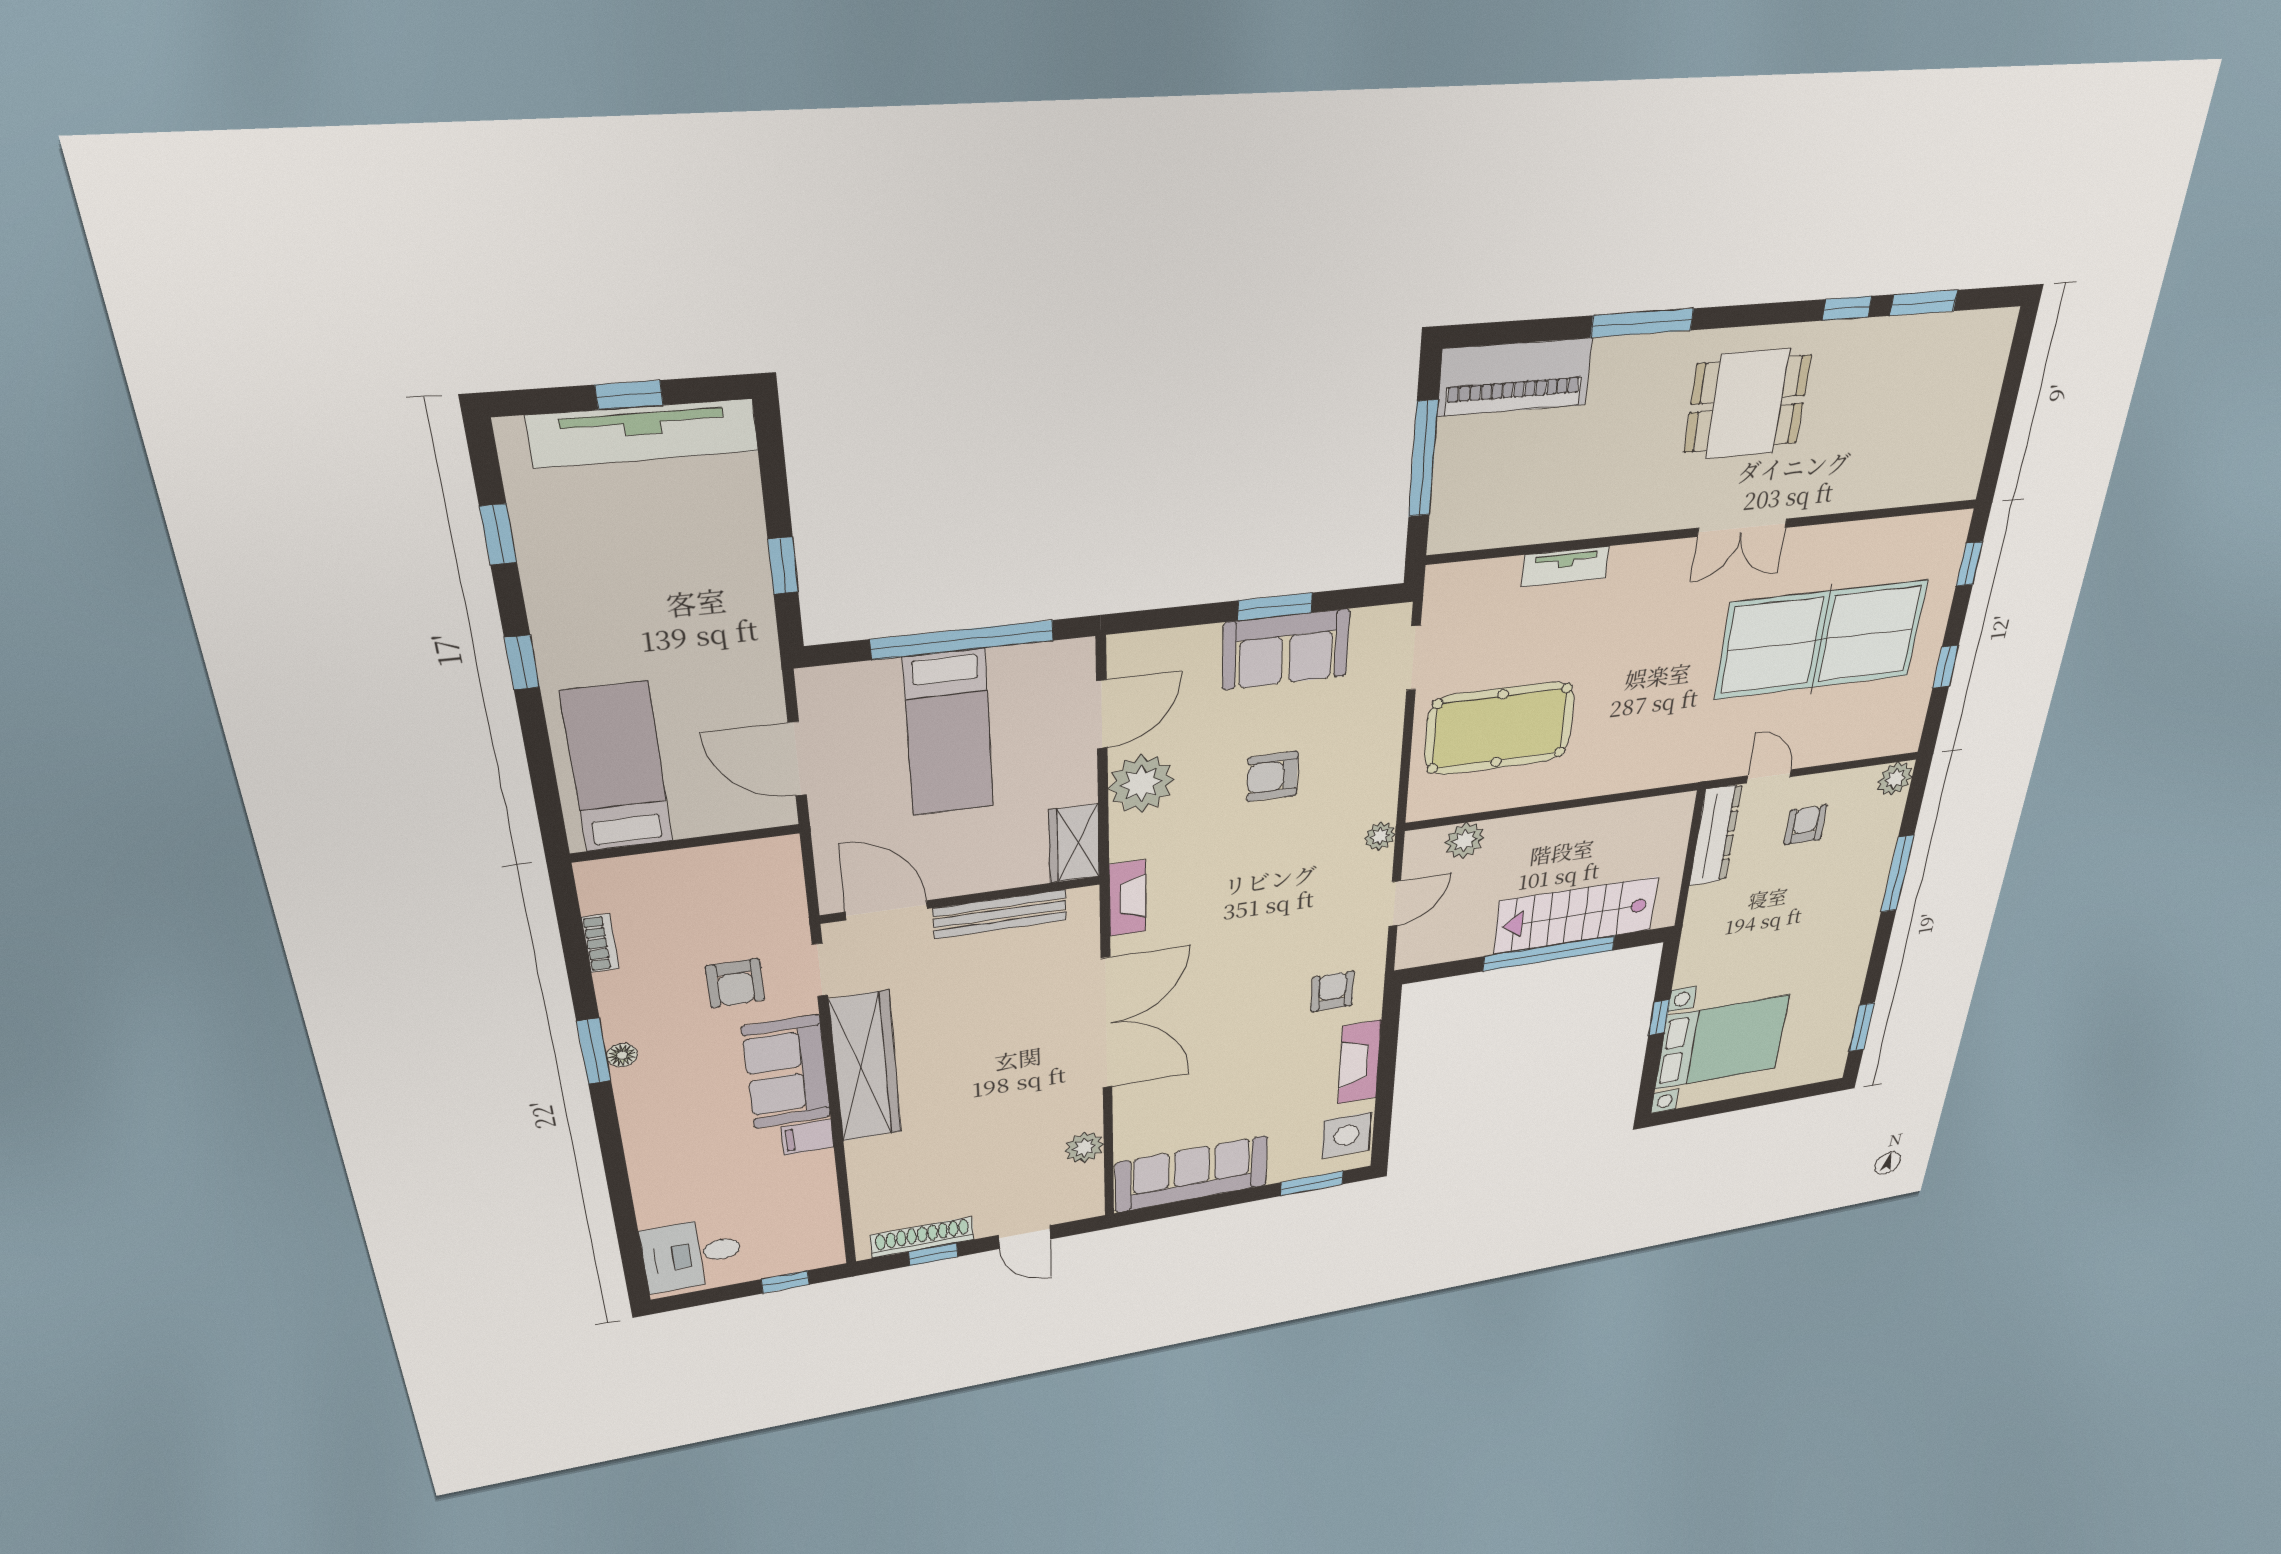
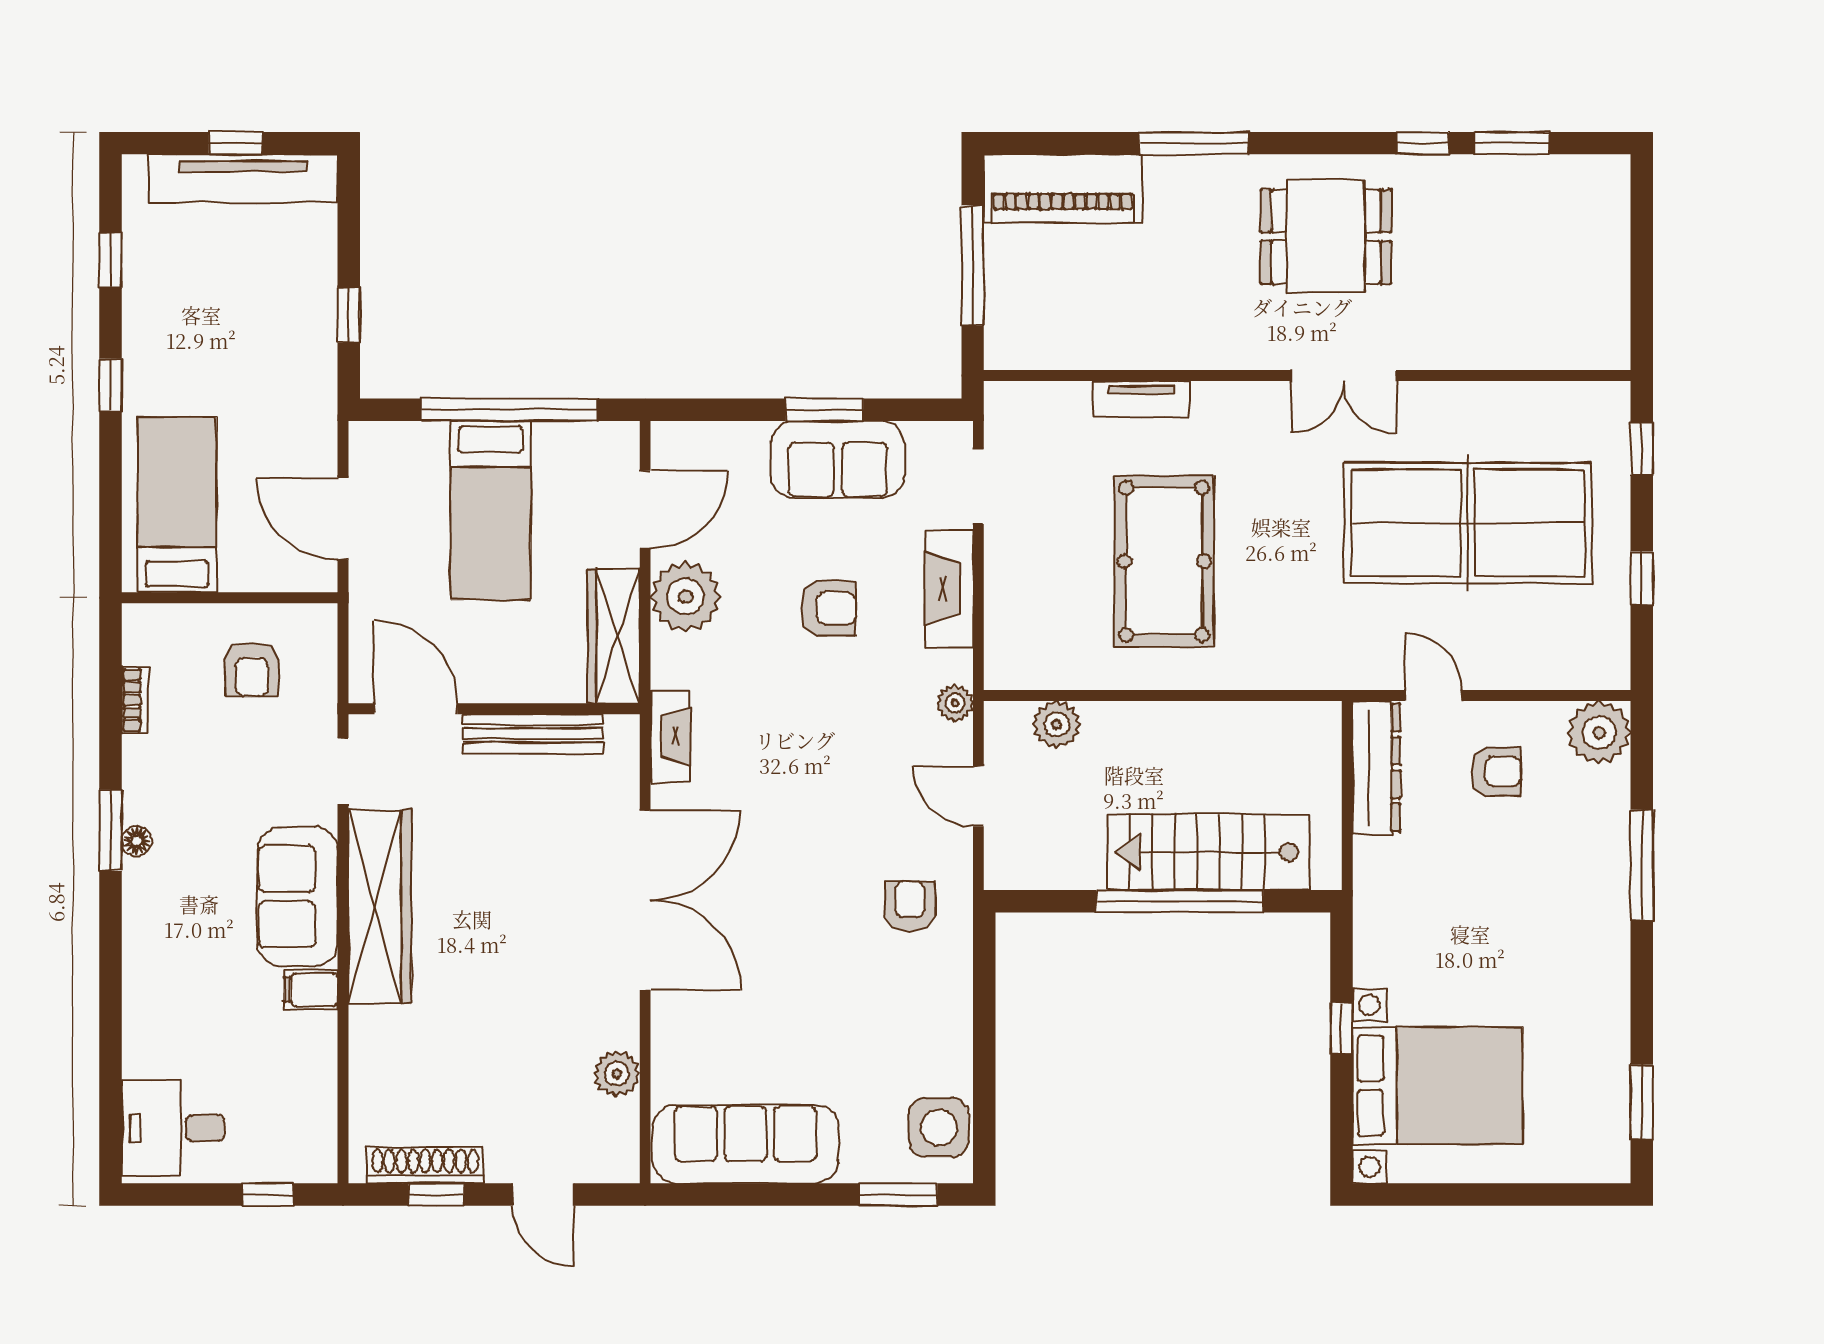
pool table: (1500, 728) -> (1164, 561), moved, turned 90
armchair: (1273, 776) -> (828, 608), turned 180
plant: (1895, 779) -> (1599, 732), width x1.36, depth x1.36
armchair: (1805, 825) -> (1496, 771), turned 90
wardrobe: (1074, 843) -> (614, 636), width x1.50
door: (1395, 904) -> (978, 796), swing flipped
armchair: (735, 983) -> (252, 670), moved
fireplace: (1359, 1062) -> (949, 588), moved

